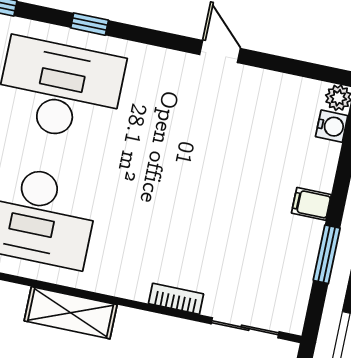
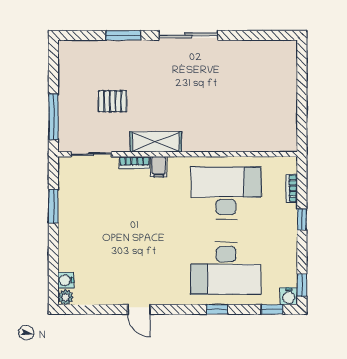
filing cabinet: (311, 204) -> (159, 167), moved, turned 90
shelving: (71, 313) -> (156, 142), moved

